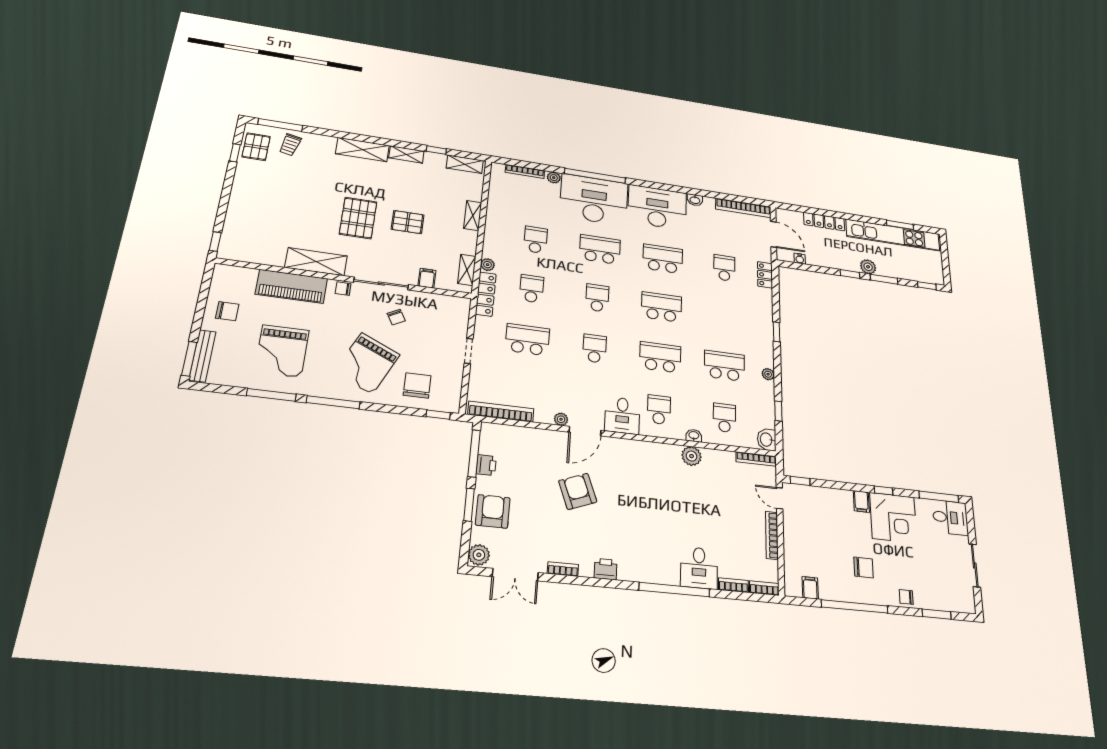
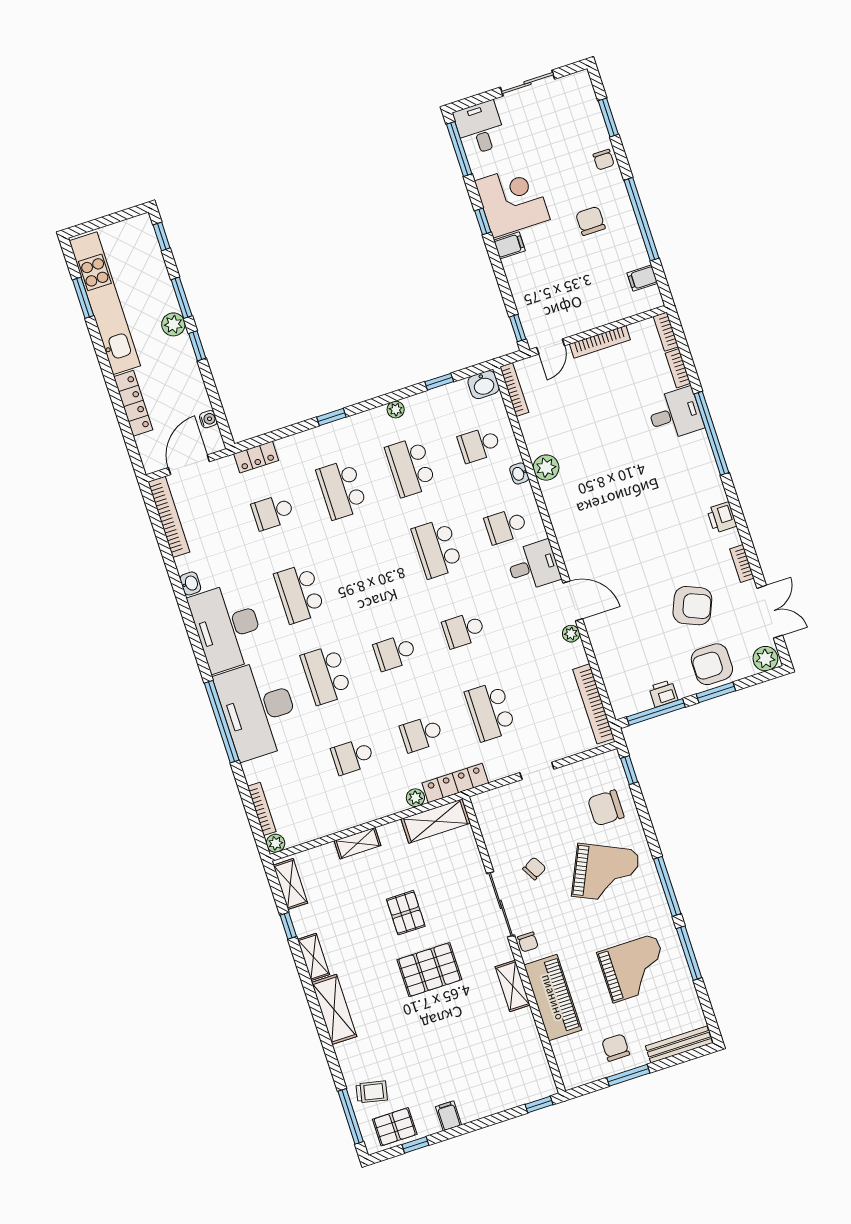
plant: (554, 178) -> (276, 843), moved
shelving: (316, 262) -> (513, 986), width x0.67, depth x0.75
shelving: (467, 270) -> (435, 821), width x1.50, depth x1.33
filing cabinet: (427, 278) -> (448, 1116), moved, turned 90
school desk: (661, 307) -> (342, 490), moved
window: (189, 359) -> (628, 1075), moved
armchair: (578, 491) -> (692, 606), moved, turned -136

